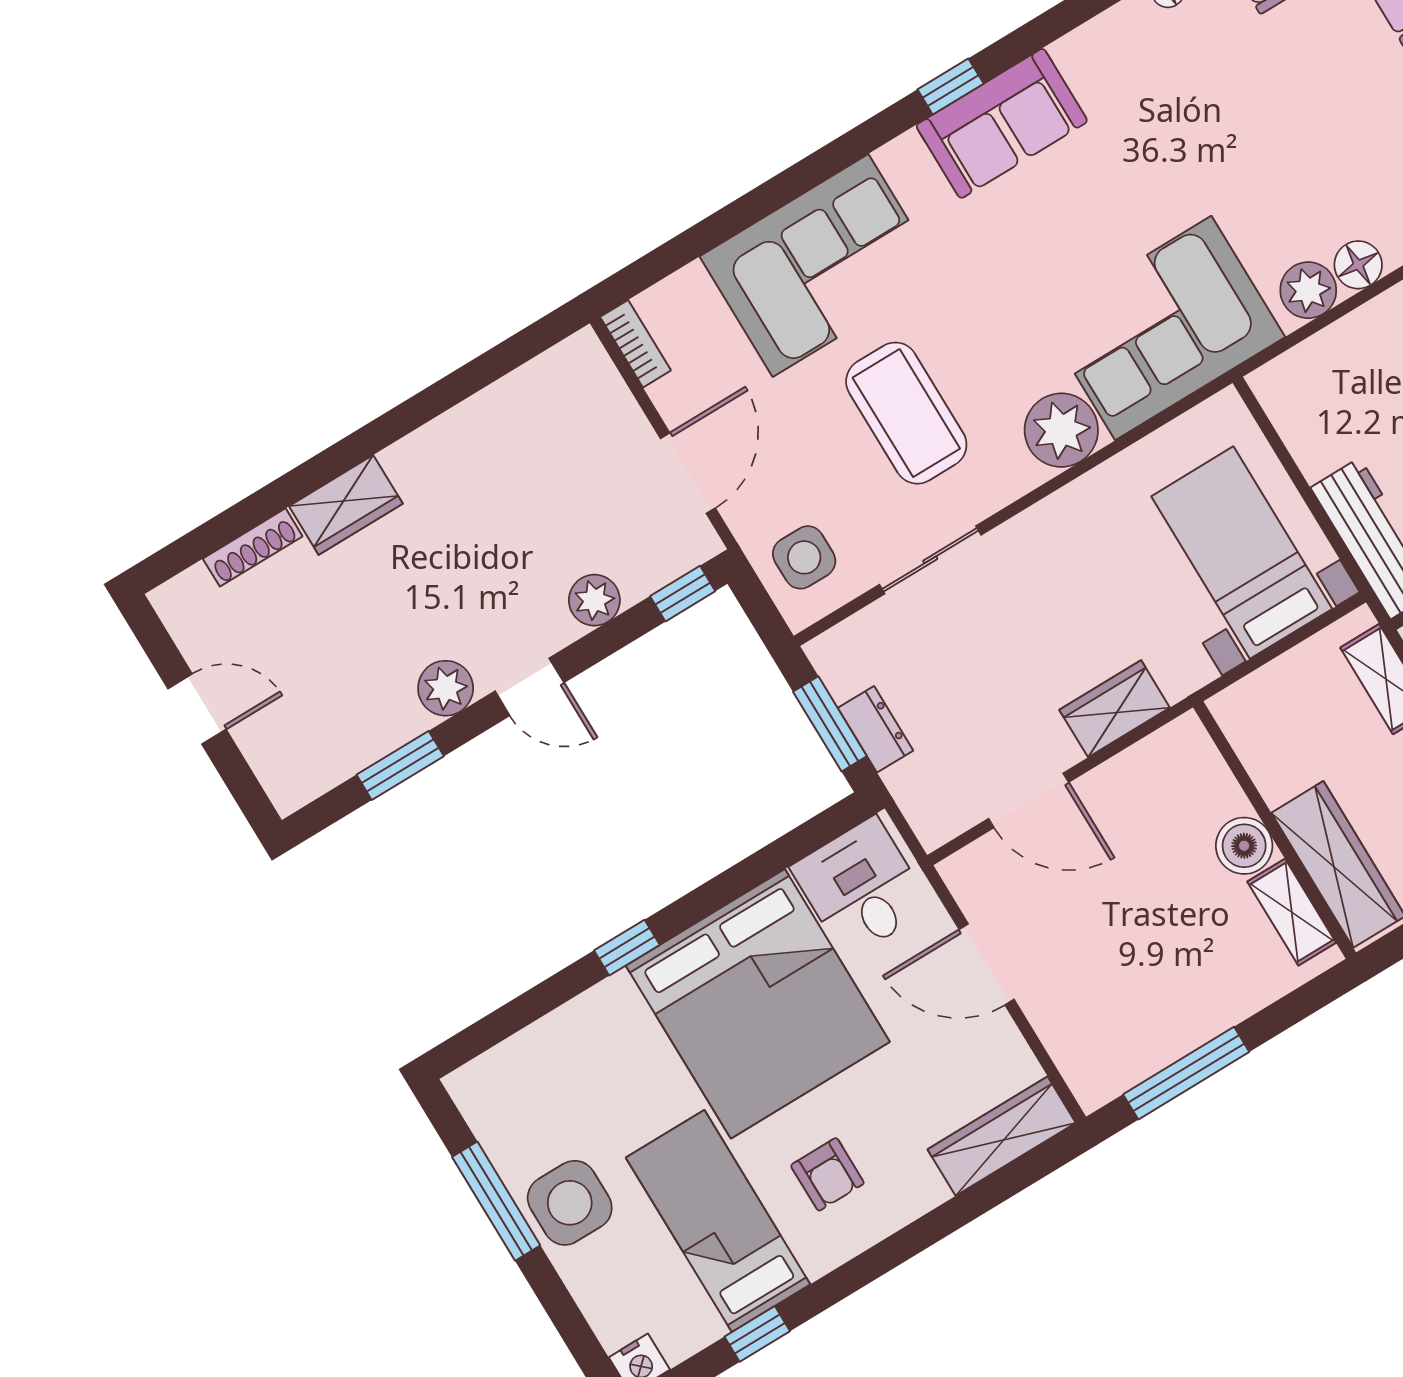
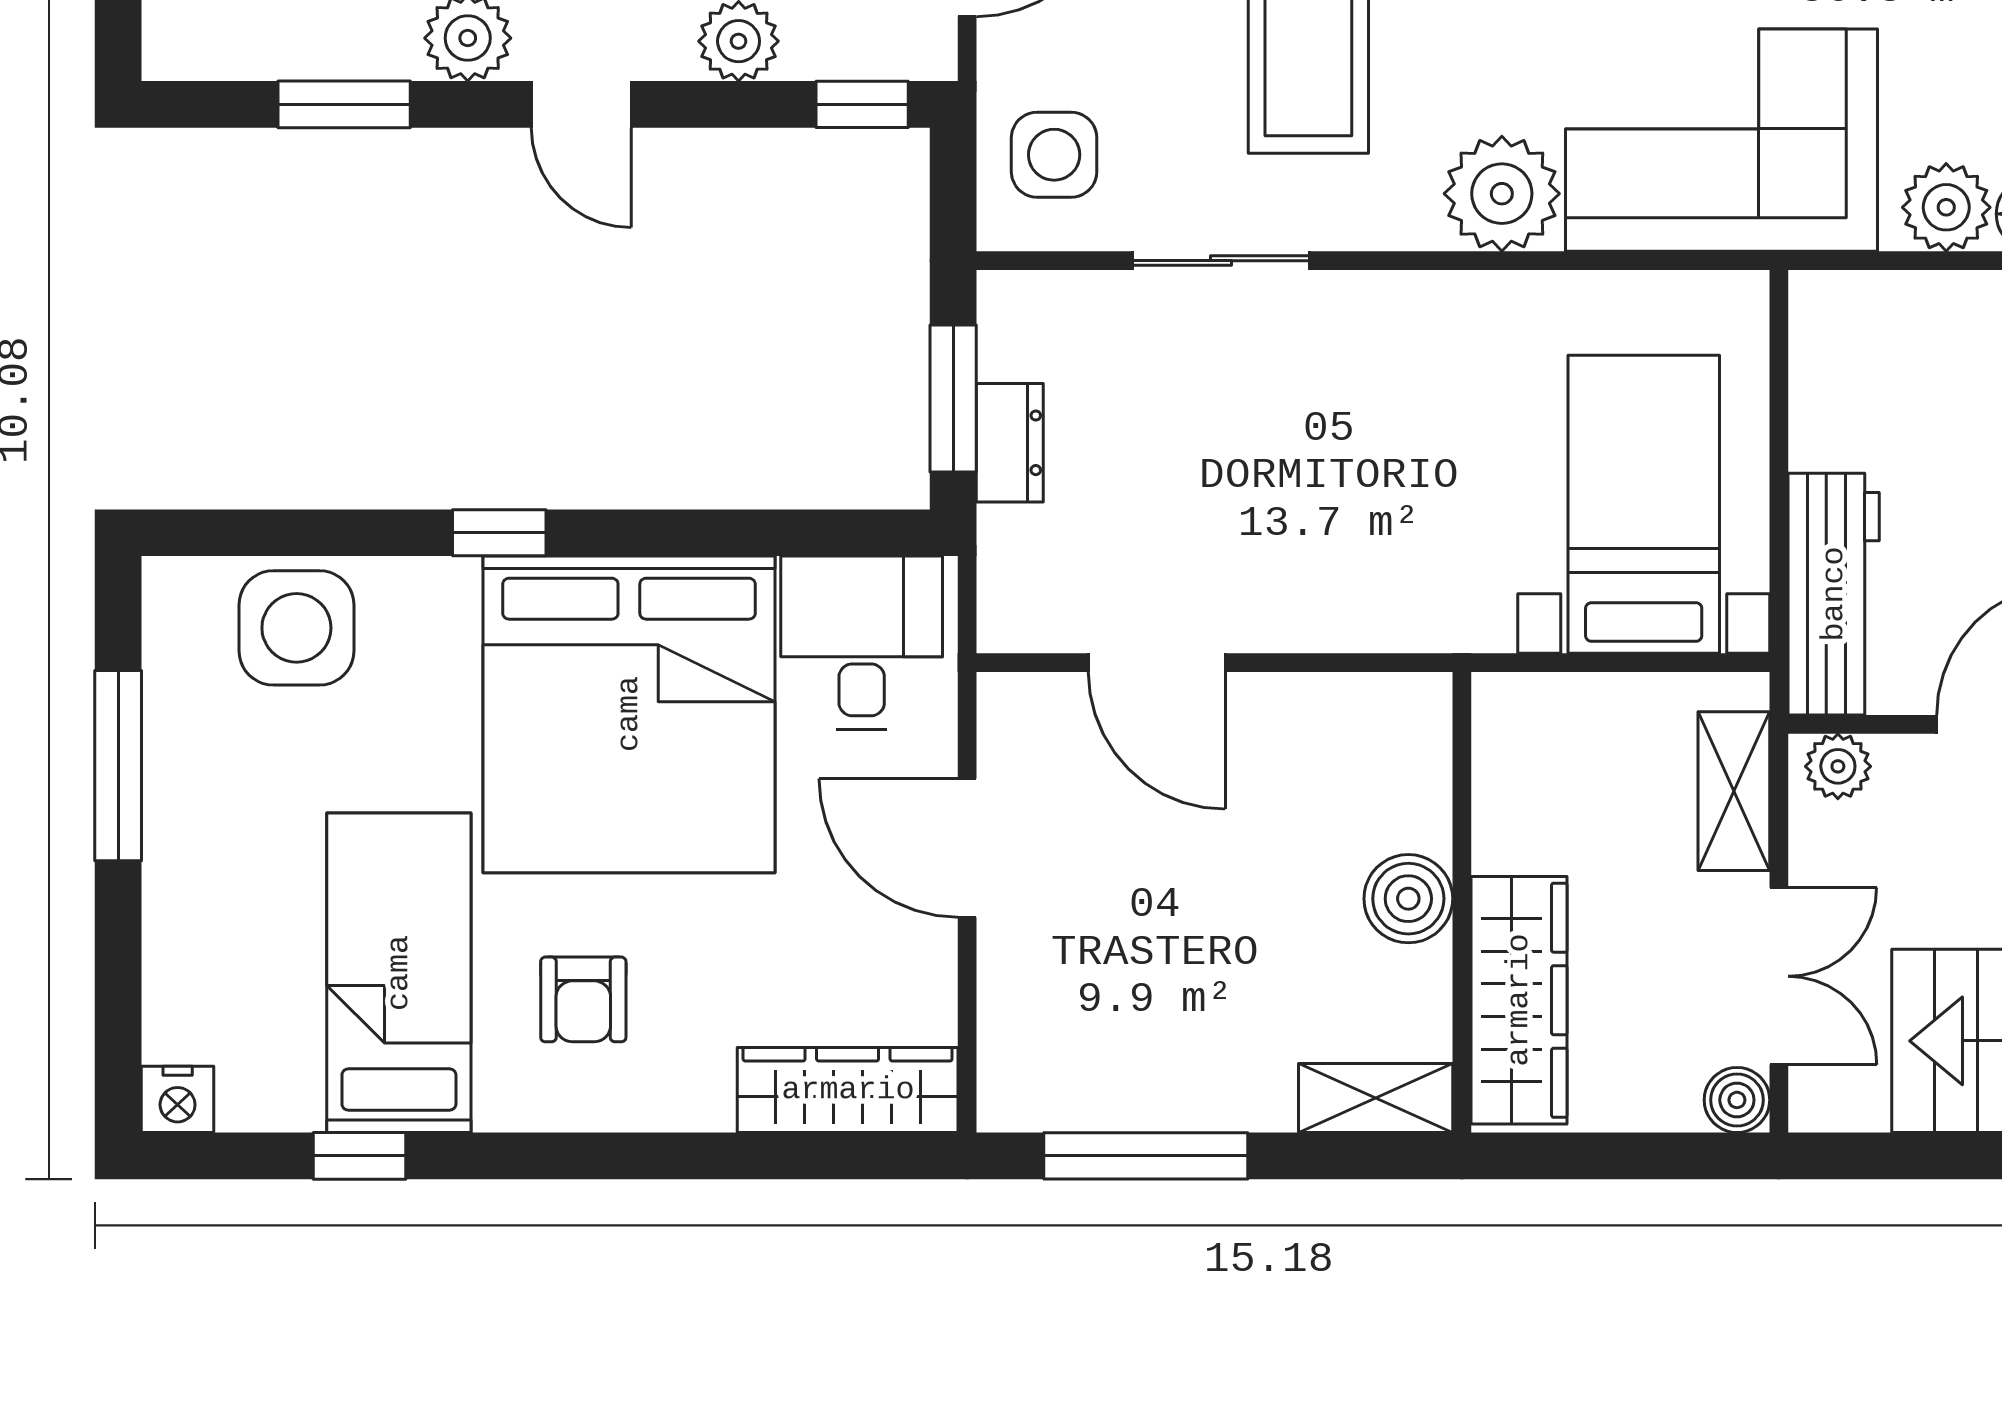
wardrobe: (1115, 709) -> (1346, 610), removed
shelving: (1292, 912) -> (1376, 1098), moved, turned 90
side table: (570, 1203) -> (296, 628), moved

